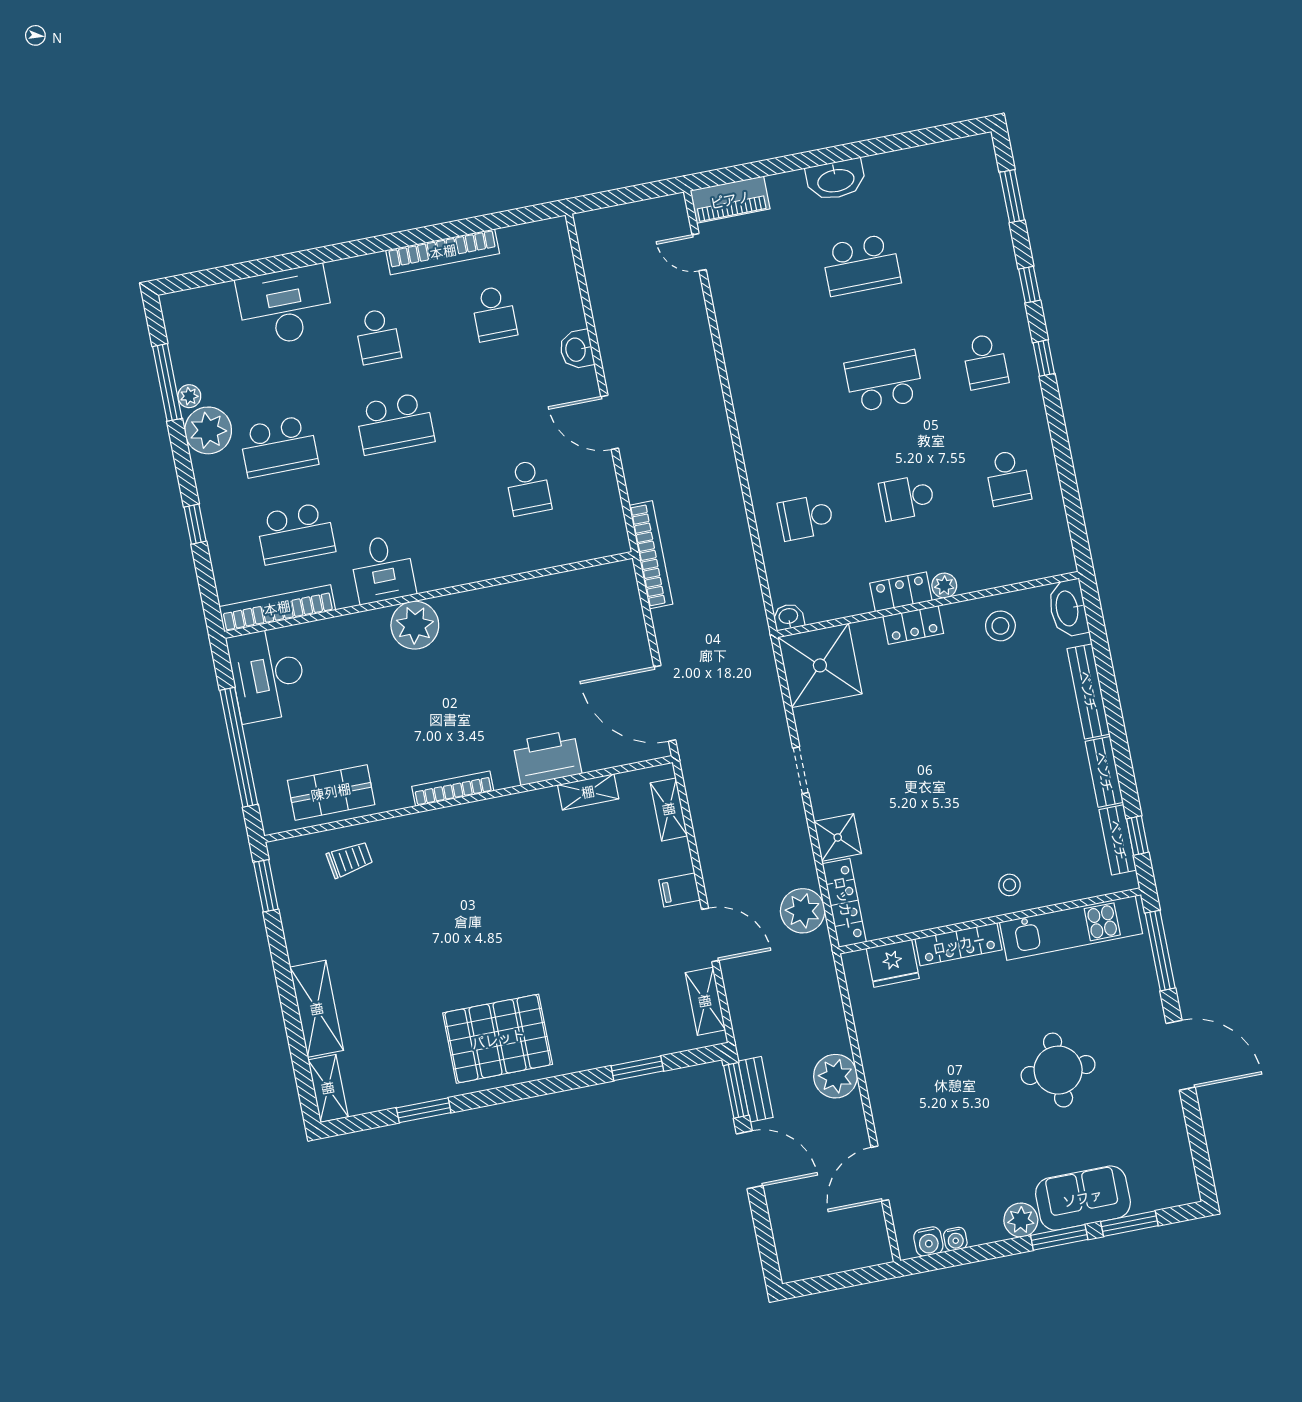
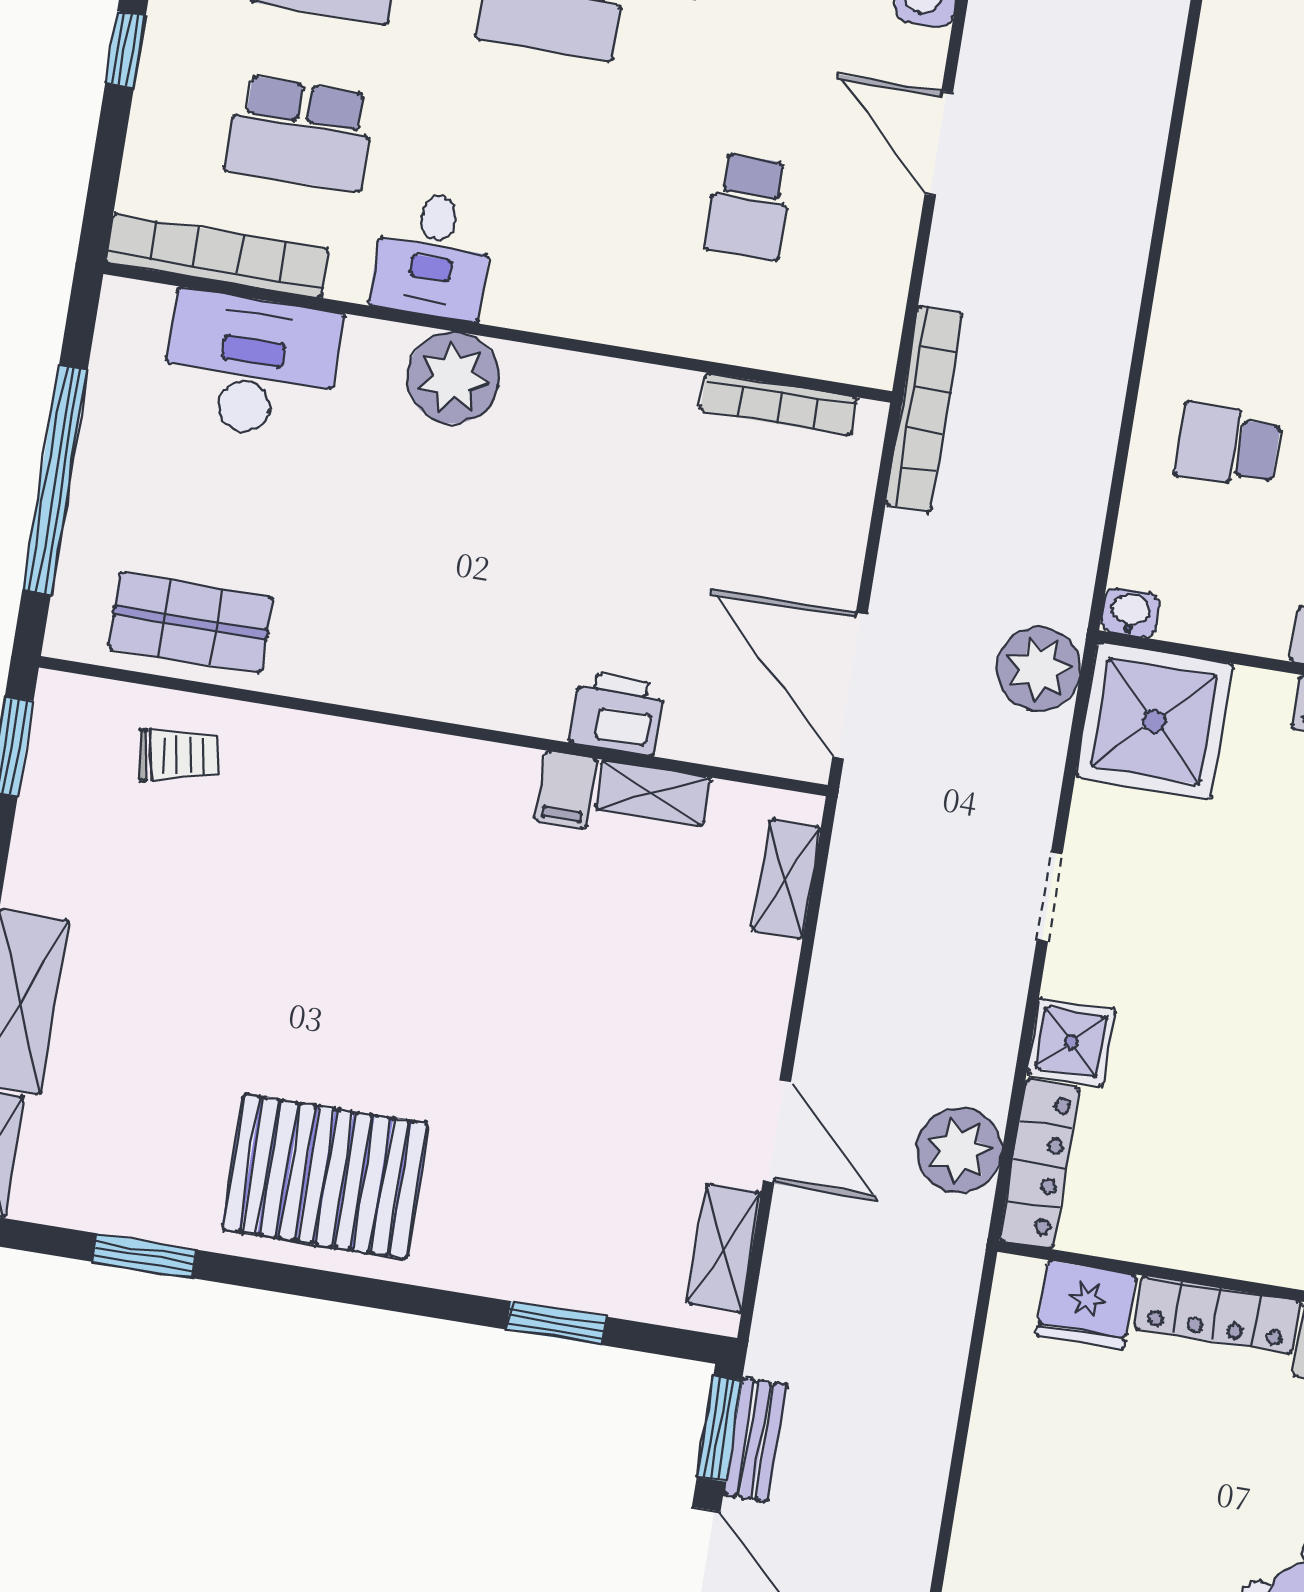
desk: (268, 675) -> (251, 366), moved, turned 90
printer: (547, 758) -> (617, 714), width x0.73, depth x0.84
bookcase: (453, 789) -> (779, 404), moved, turned 180
filing cabinet: (679, 890) -> (566, 790), moved, turned -90
plant: (835, 1076) -> (1039, 669), moved

